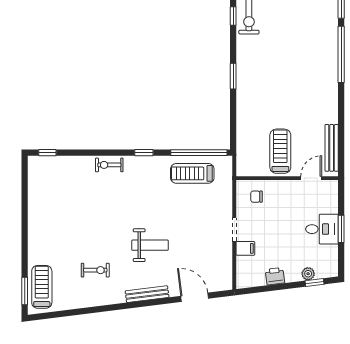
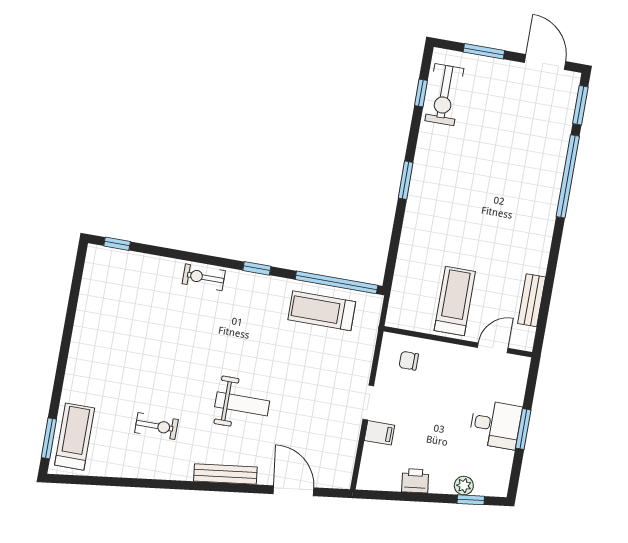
bench: (332, 148) -> (532, 300), width x0.73

